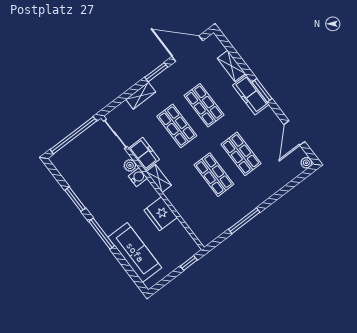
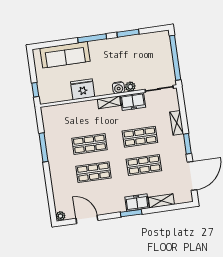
freezer: (251, 95) -> (137, 203), width x0.71

